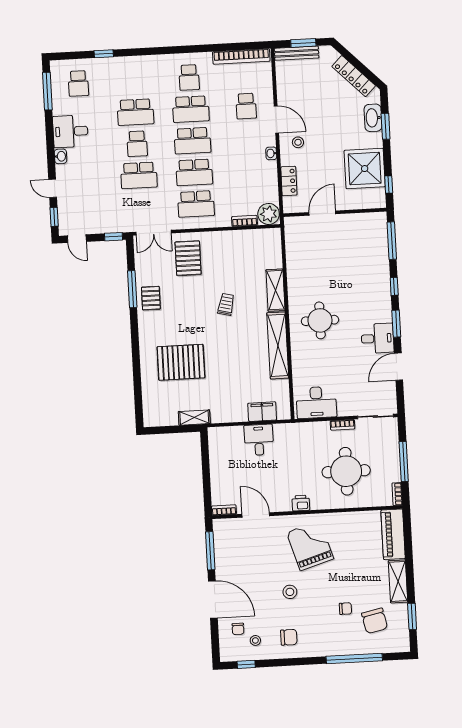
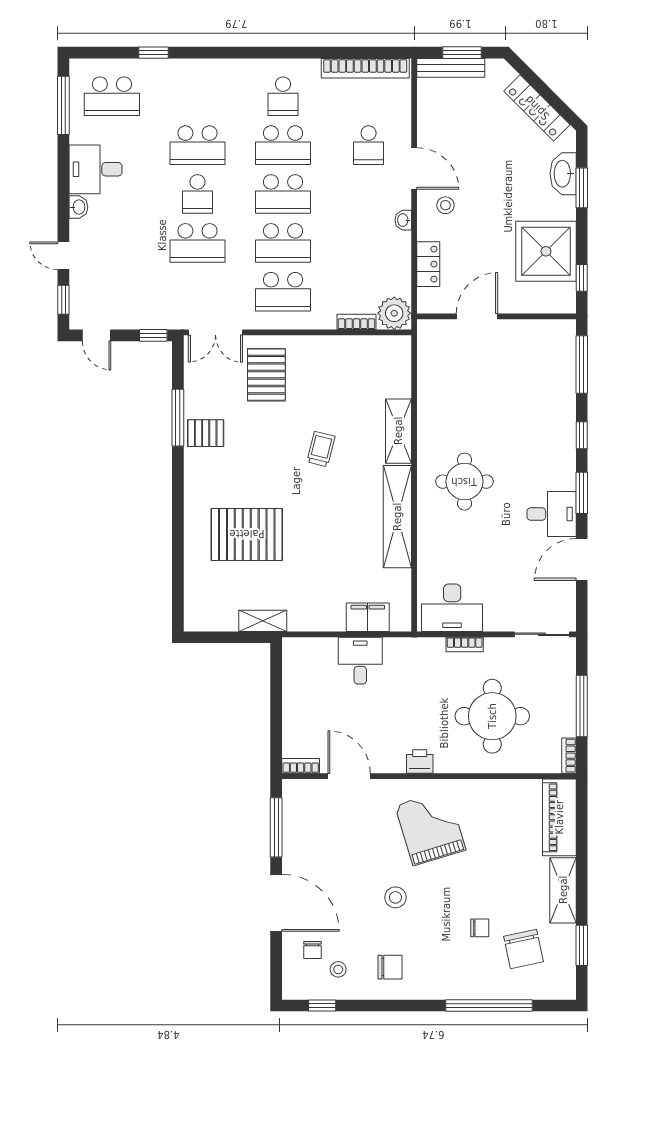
school desk: (78, 83) -> (112, 96), width x1.85
pallet: (151, 298) -> (206, 433), turned 90
bookcase: (343, 425) -> (465, 644), moved

